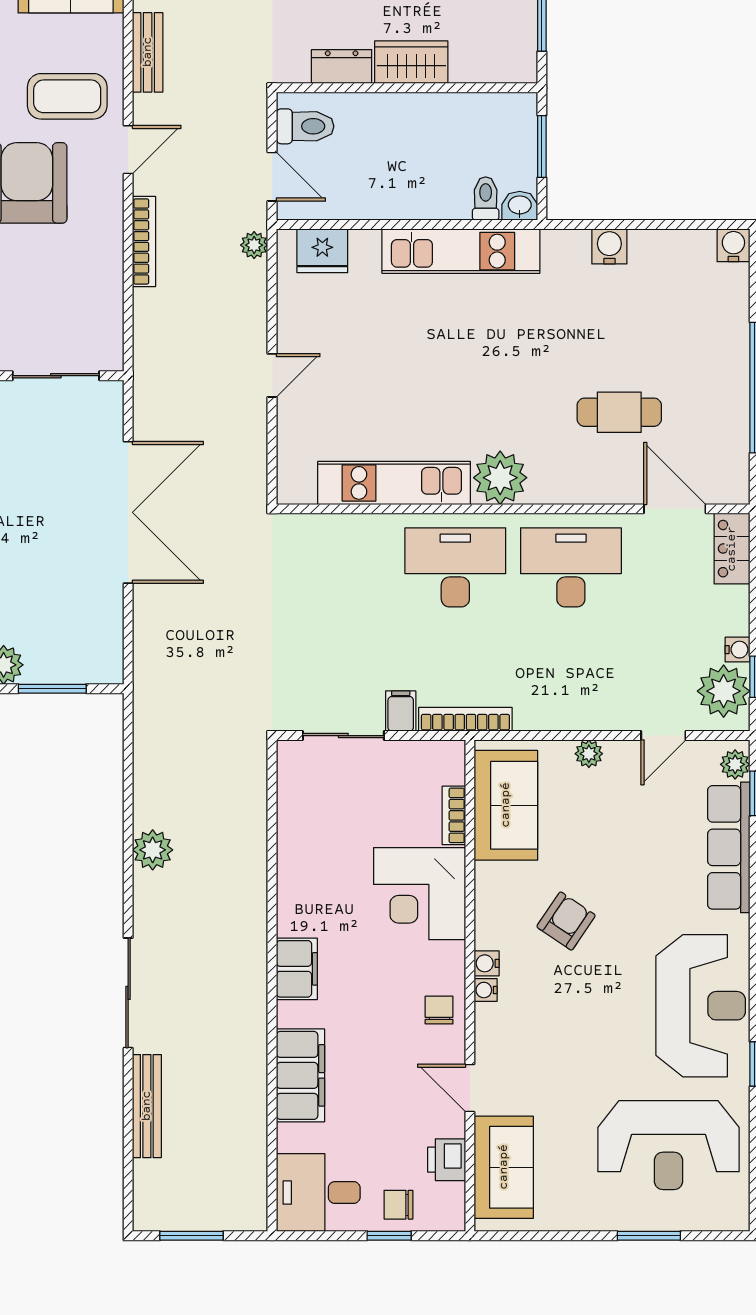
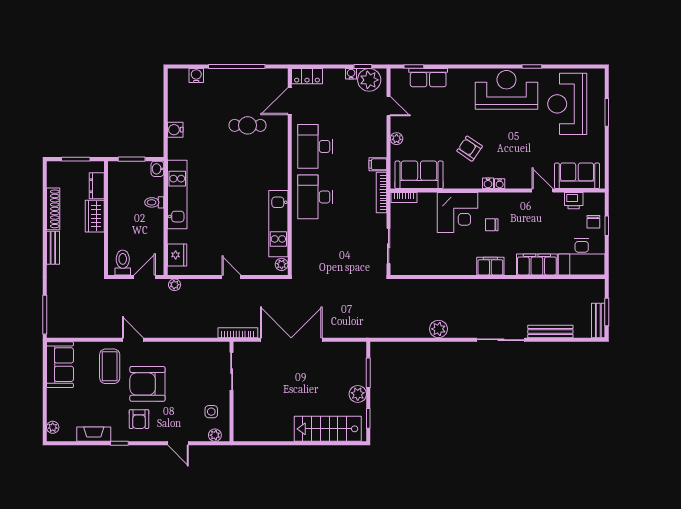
bench: (148, 52) -> (598, 320), moved, turned 90
dresser: (342, 67) -> (97, 186), moved
toilet: (486, 199) -> (154, 202), moved
bookcase: (144, 241) -> (238, 333), moved
water cooler: (733, 245) -> (196, 76), moved, turned 90
cafe table: (619, 412) -> (248, 125), turned 90
plant: (500, 478) -> (282, 264), moved, width x0.53, depth x0.53
filing cabinet: (401, 711) -> (378, 164), moved
plant: (735, 764) -> (401, 75), removed
bookcase: (454, 815) -> (404, 198), moved
row of seats: (729, 847) -> (428, 78), width x0.68
chair: (439, 1010) -> (492, 225), moved
door: (470, 1088) -> (542, 191), swing flipped
reception desk: (668, 1145) -> (567, 104), turned 180
desk: (318, 1193) -> (582, 257), width x1.37

